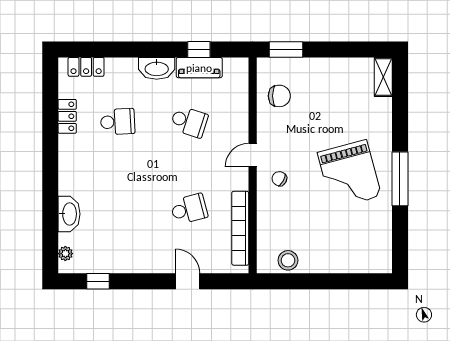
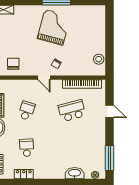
grand piano: (349, 174) -> (54, 27), turned -60
school desk: (189, 209) -> (72, 111), width x1.85
window: (98, 281) -> (110, 158), width x2.17
door: (188, 281) -> (110, 111), swing flipped

